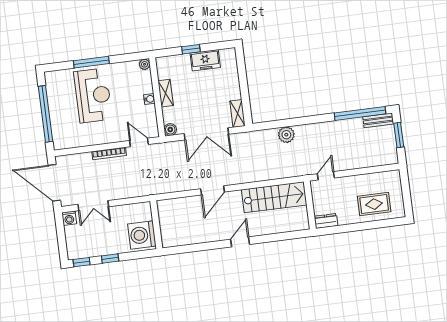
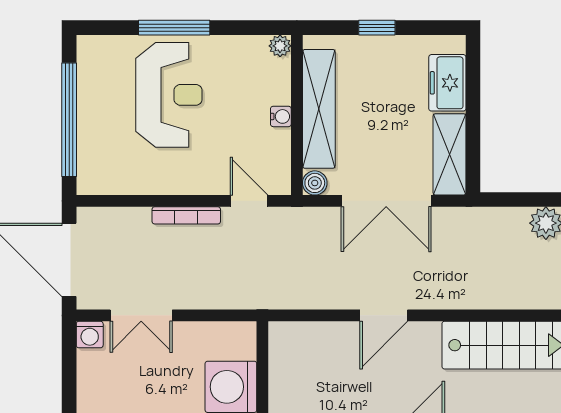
freezer: (205, 60) -> (447, 83), moved, turned 90
shelving: (166, 93) -> (319, 109), width x2.20, depth x1.33
shelving: (238, 113) -> (449, 154), width x1.50, depth x1.33

